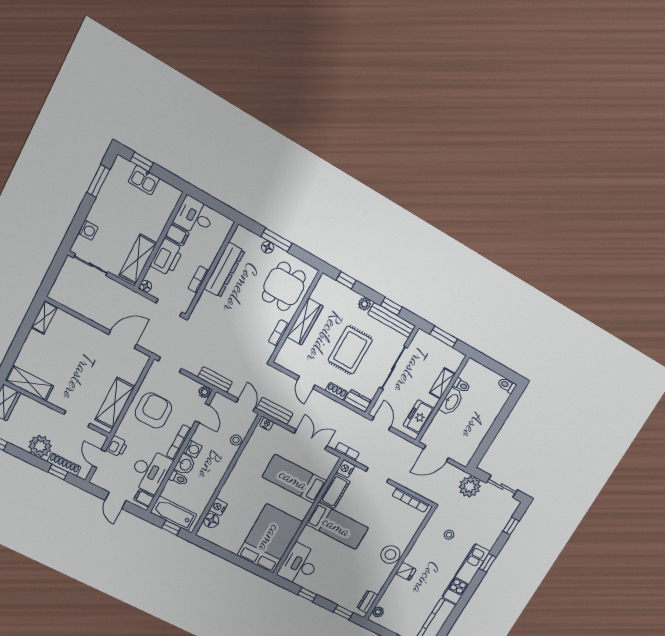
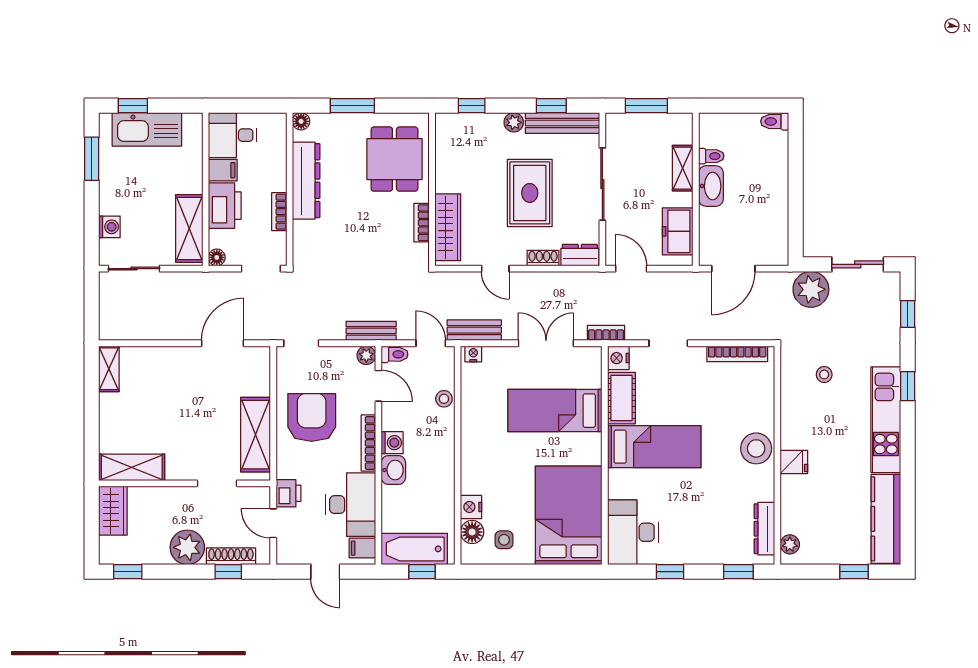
kitchen sink: (144, 180) -> (147, 129), width x1.87, depth x1.24
floor lamp: (268, 247) -> (301, 121), moved
wardrobe: (305, 322) -> (448, 227), moved
toilet: (178, 478) -> (395, 354), moved
side table: (227, 534) -> (504, 540), added
dresser: (367, 601) -> (764, 529), width x1.44

